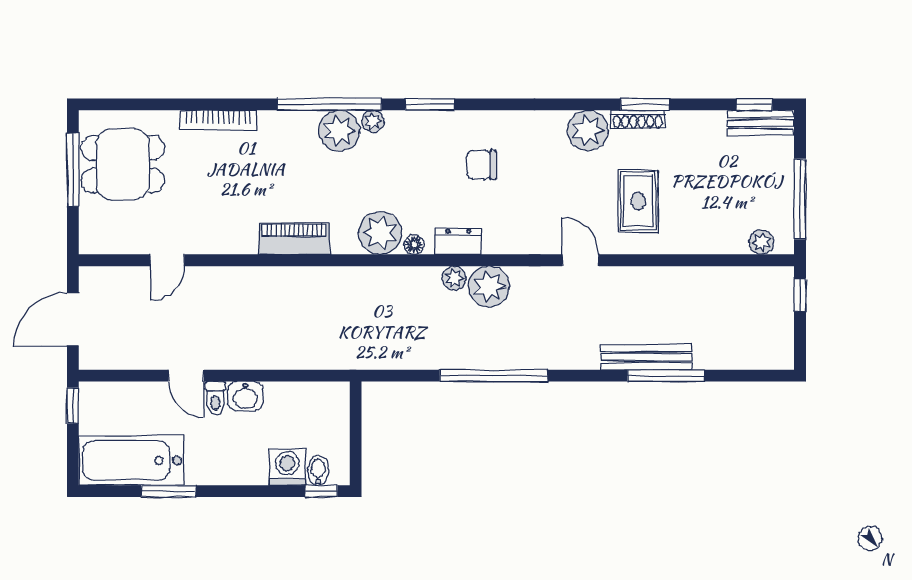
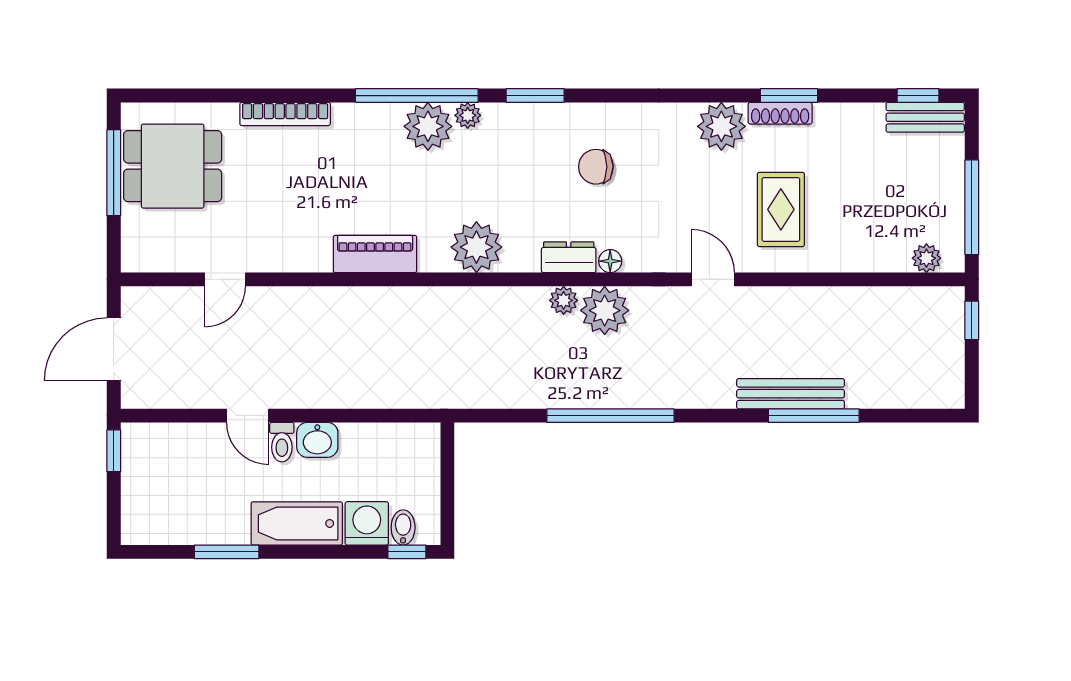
floor lamp: (414, 245) -> (610, 261), moved
bathtub: (132, 460) -> (297, 523), moved, width x0.73, depth x0.73

